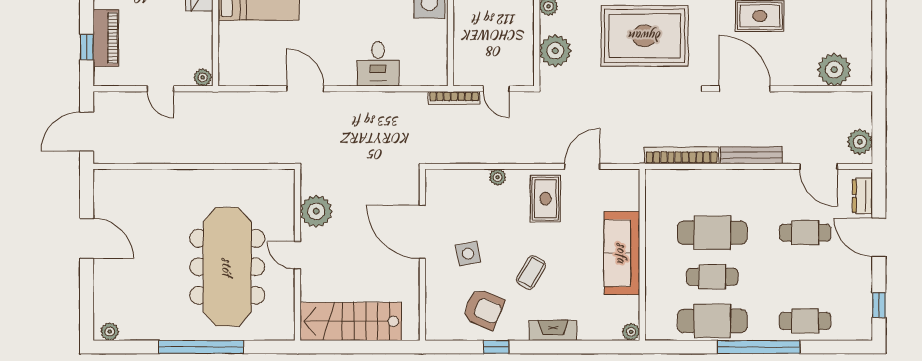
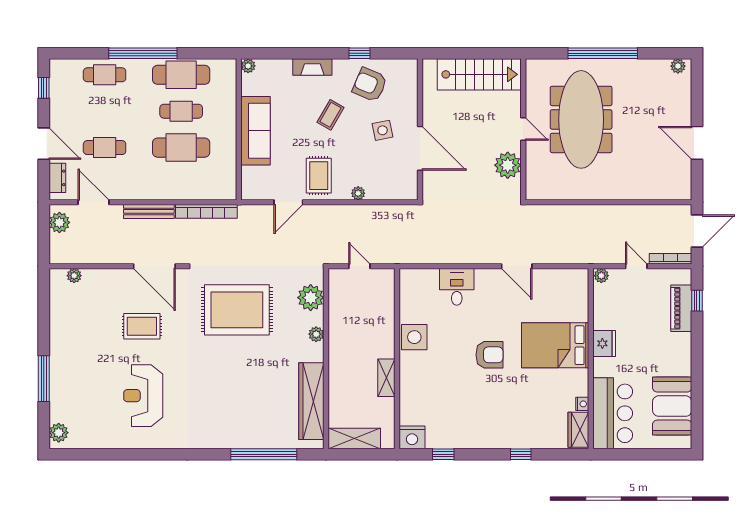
plant: (834, 70) -> (74, 276), width x0.53, depth x0.53
bookcase: (454, 98) -> (671, 259), moved

